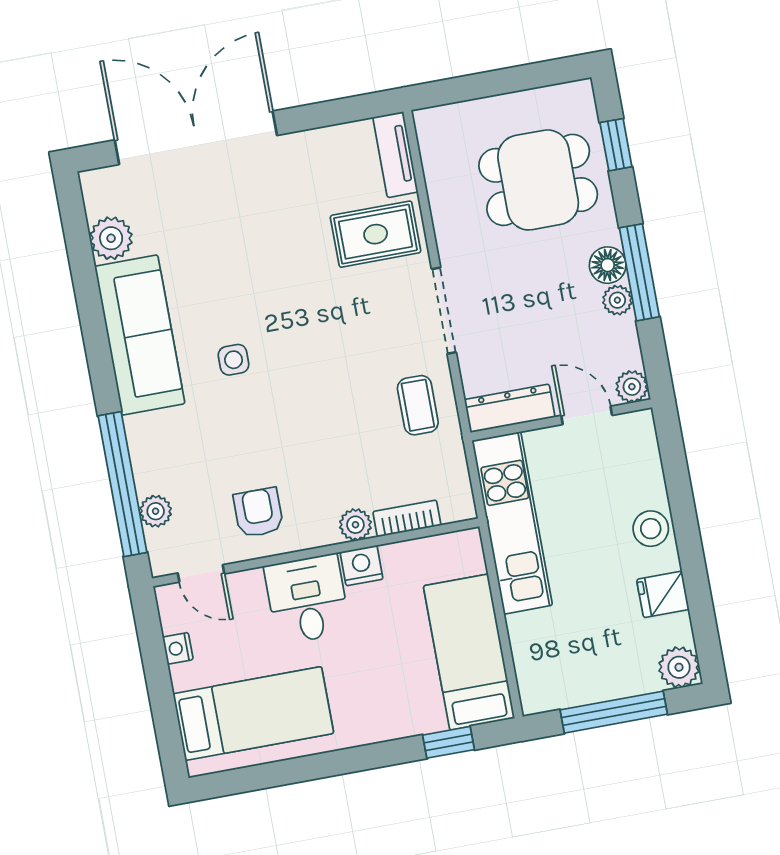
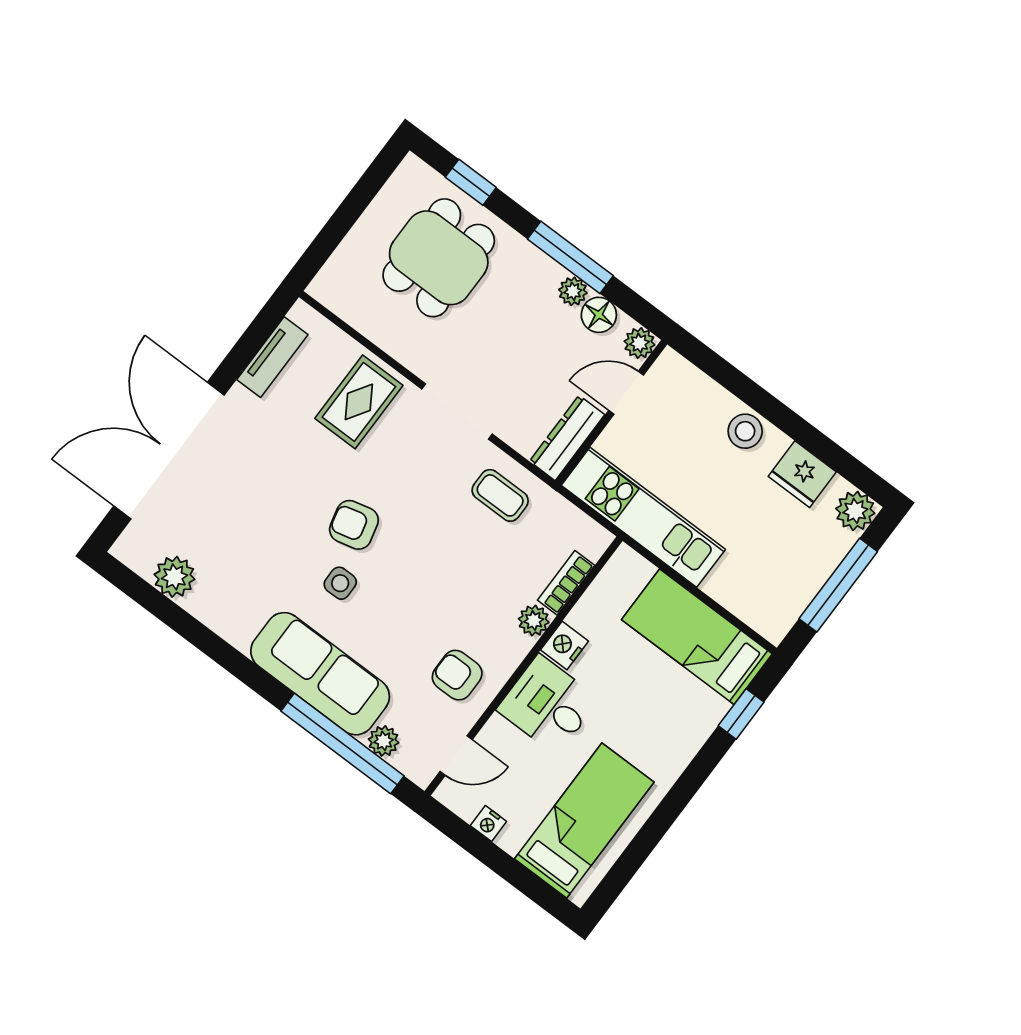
tv unit: (395, 155) -> (272, 357), moved, turned -90
floor lamp: (608, 265) -> (599, 315), moved
armchair: (285, 325) -> (354, 525), added
sofa: (140, 335) -> (320, 674), moved
fridge: (663, 594) -> (802, 474), width x1.38

